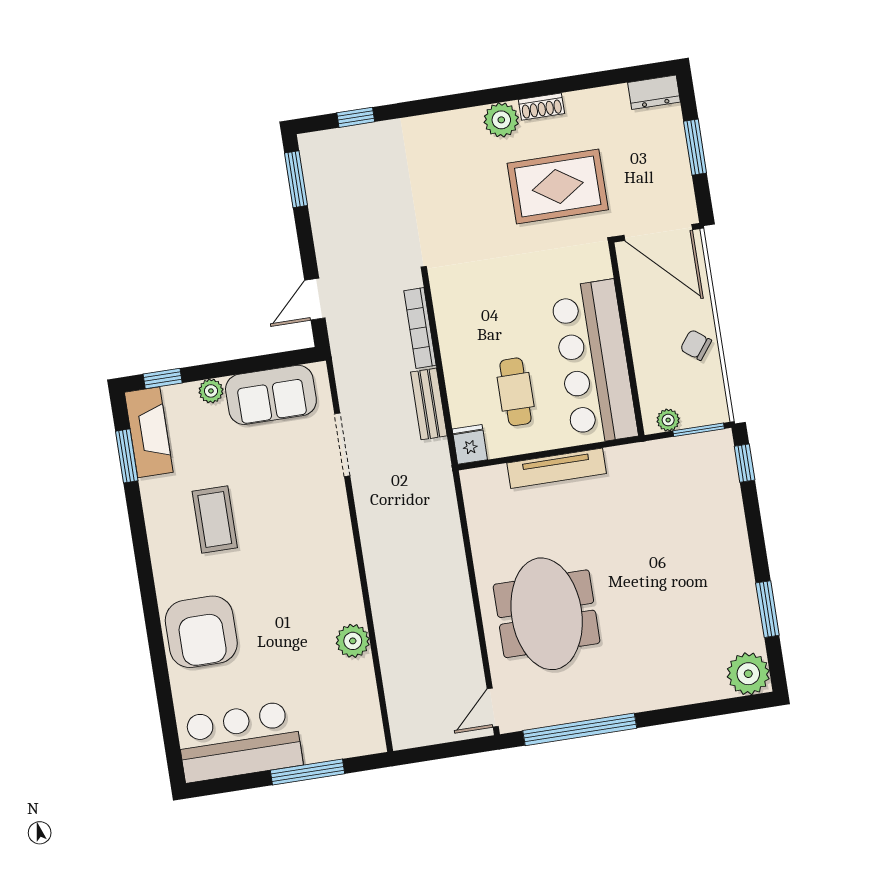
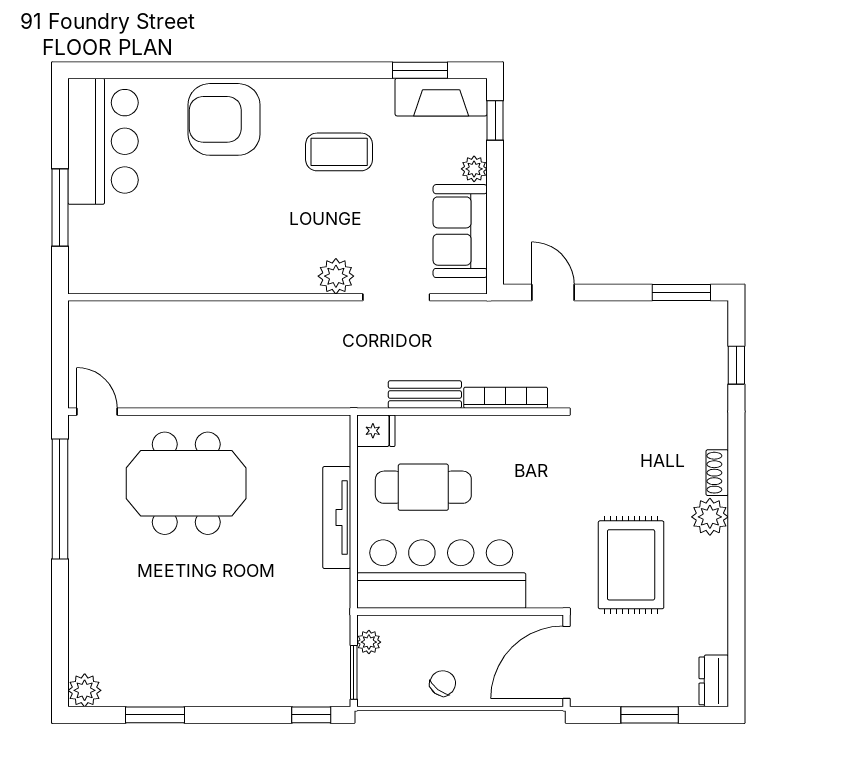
shoe rack: (541, 107) -> (717, 473), moved
cafe table: (516, 392) -> (423, 487), width x1.37, depth x1.35
plant: (353, 641) -> (336, 276), moved
plant: (748, 674) -> (85, 690), width x0.73, depth x0.73

